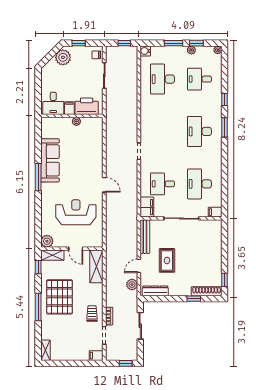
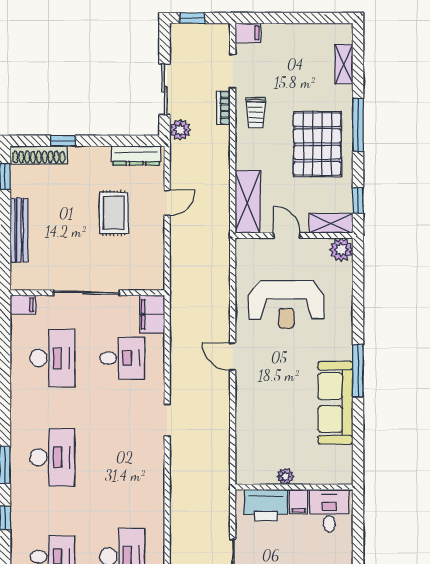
bench: (145, 237) -> (19, 230), moved
plant: (132, 285) -> (180, 130), moved
shelving: (45, 350) -> (344, 64), moved

